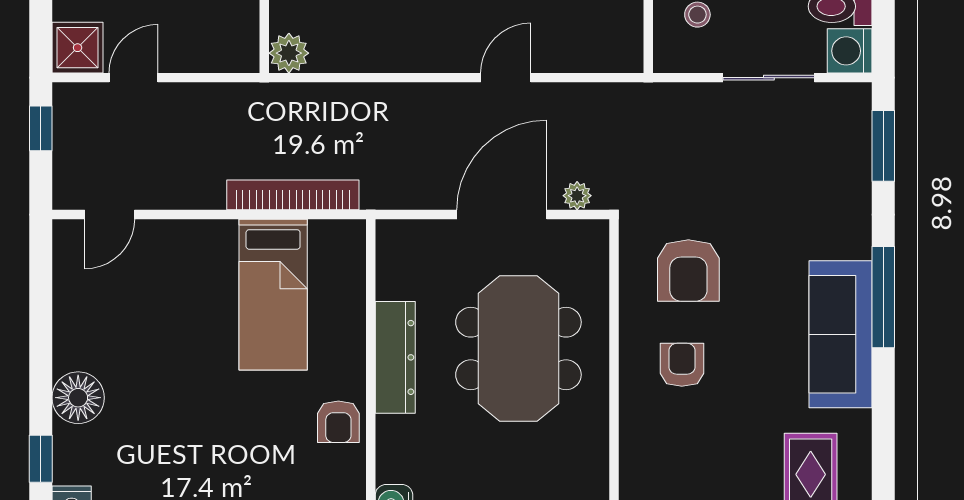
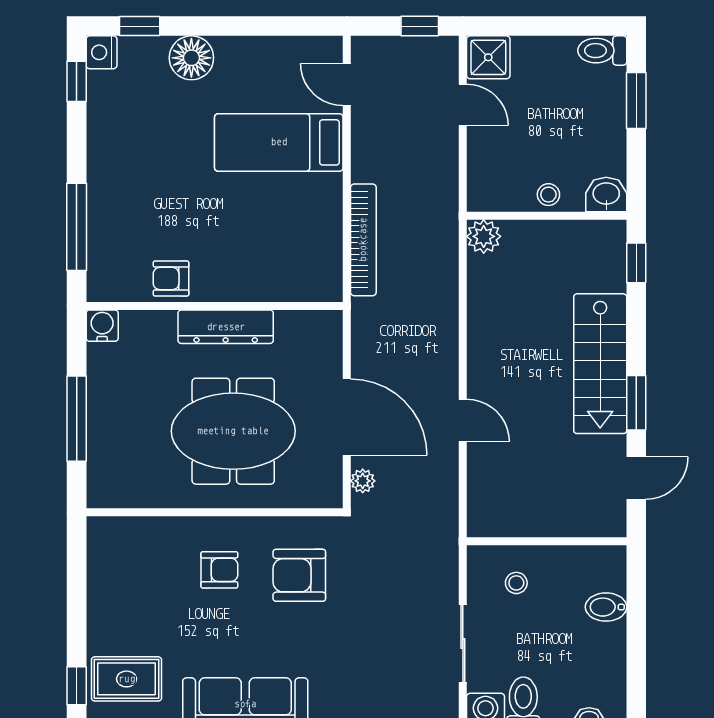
bed: (273, 295) -> (279, 142), moved

